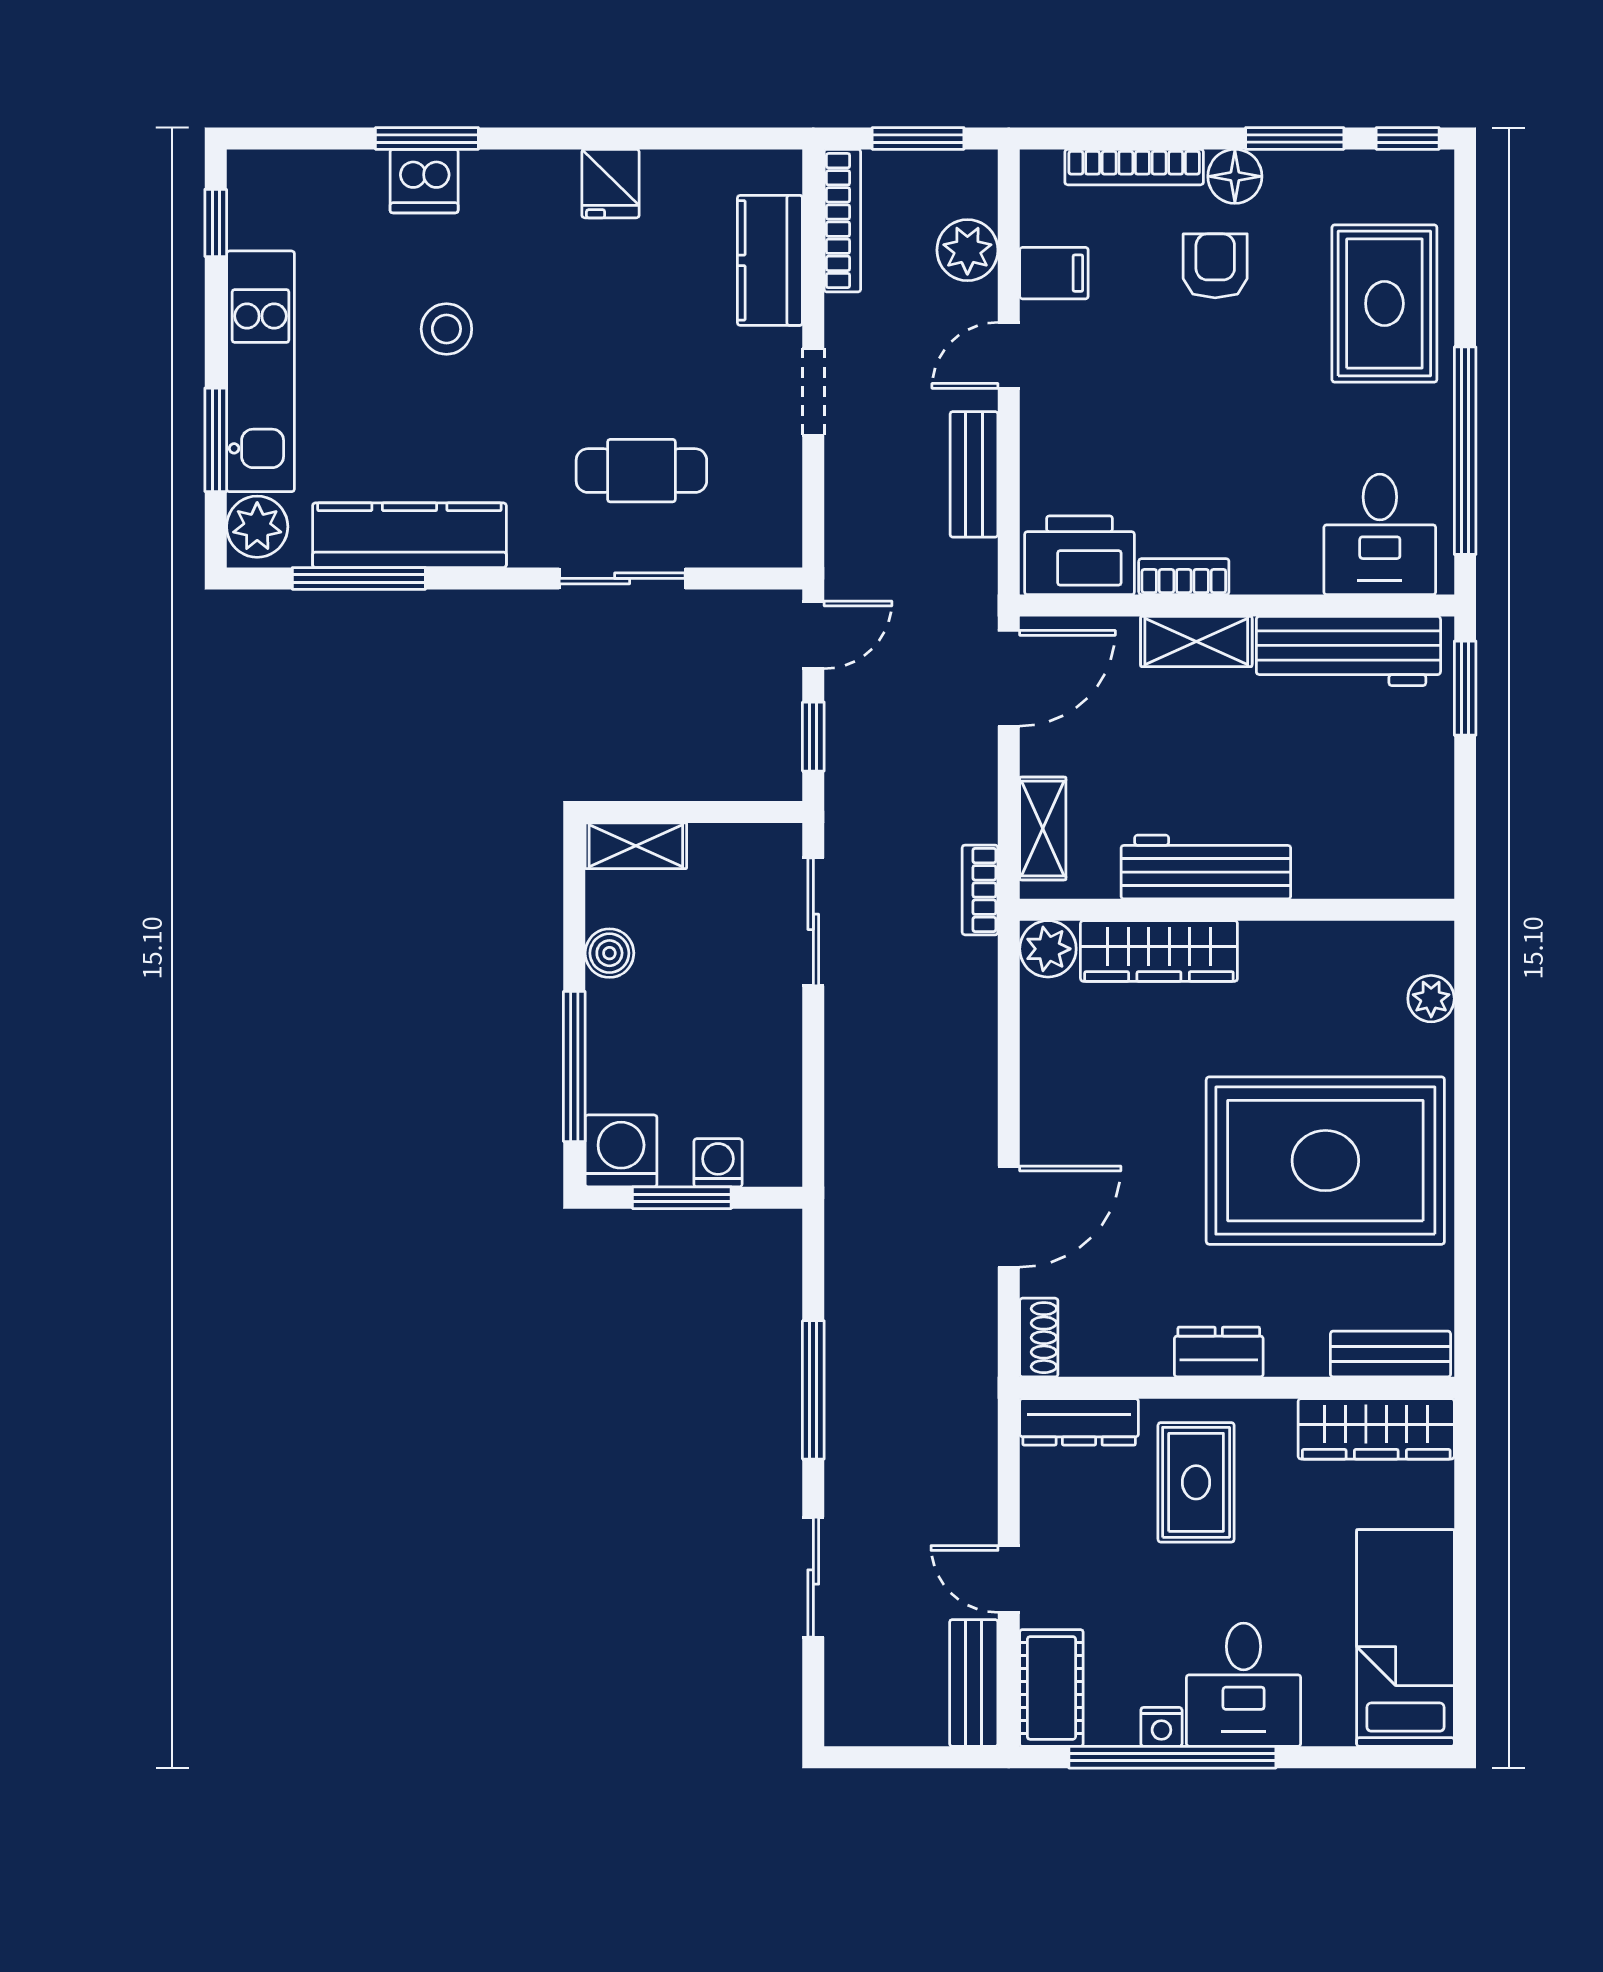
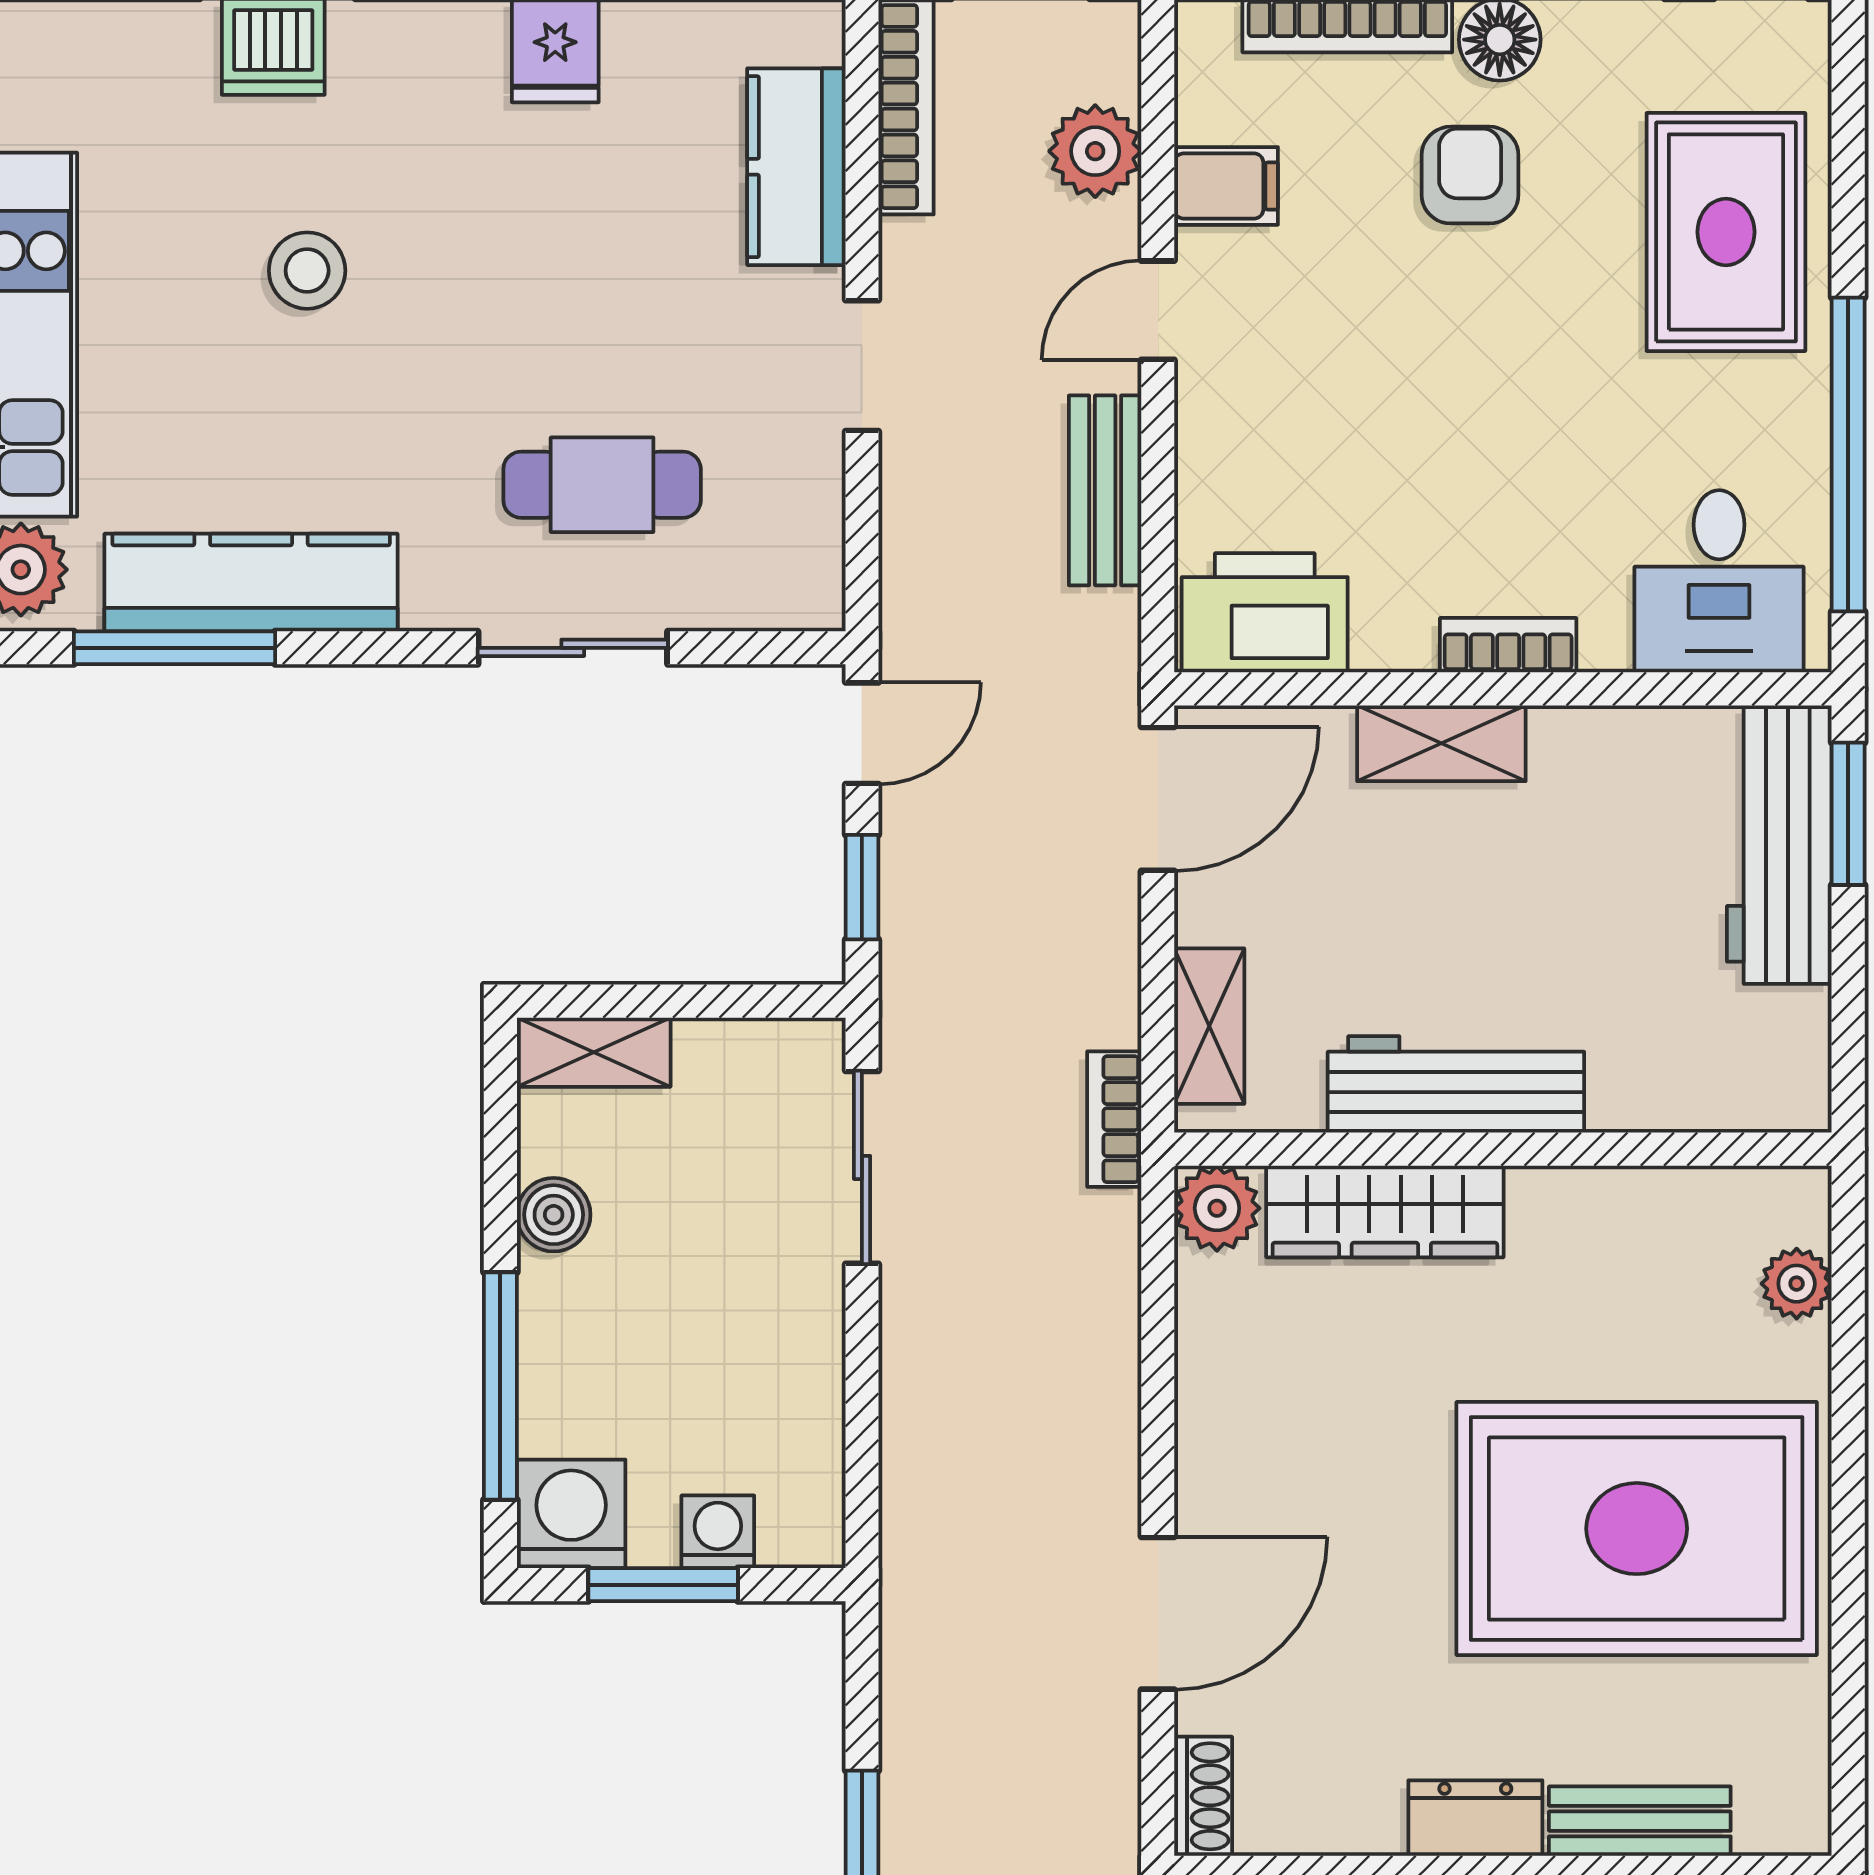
bookcase: (1184, 577) -> (1508, 645), moved
workbench: (1348, 651) -> (1779, 845), moved, turned 90
bench: (1390, 1354) -> (1640, 1821), moved

